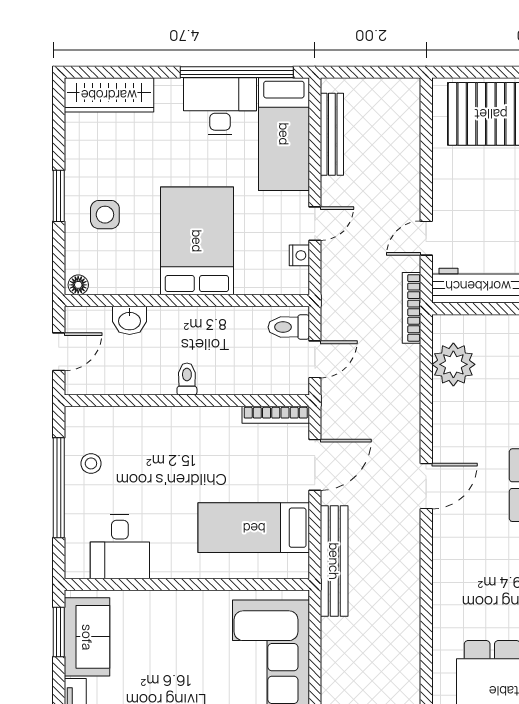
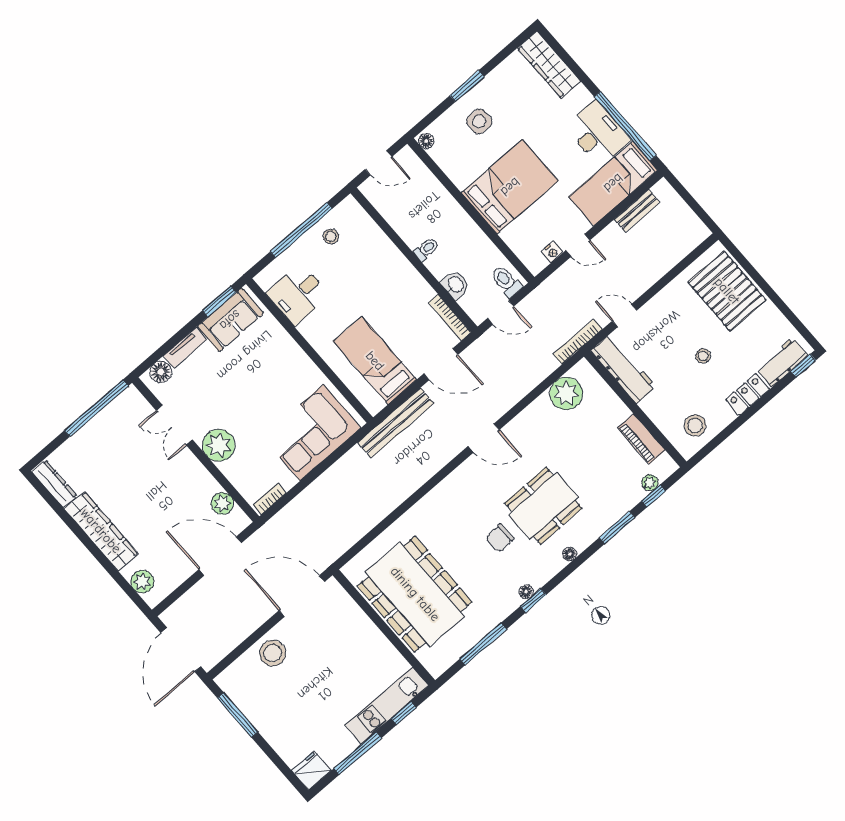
bench: (332, 134) -> (637, 211), width x0.73
washbasin: (130, 320) -> (455, 285), moved, turned 180

